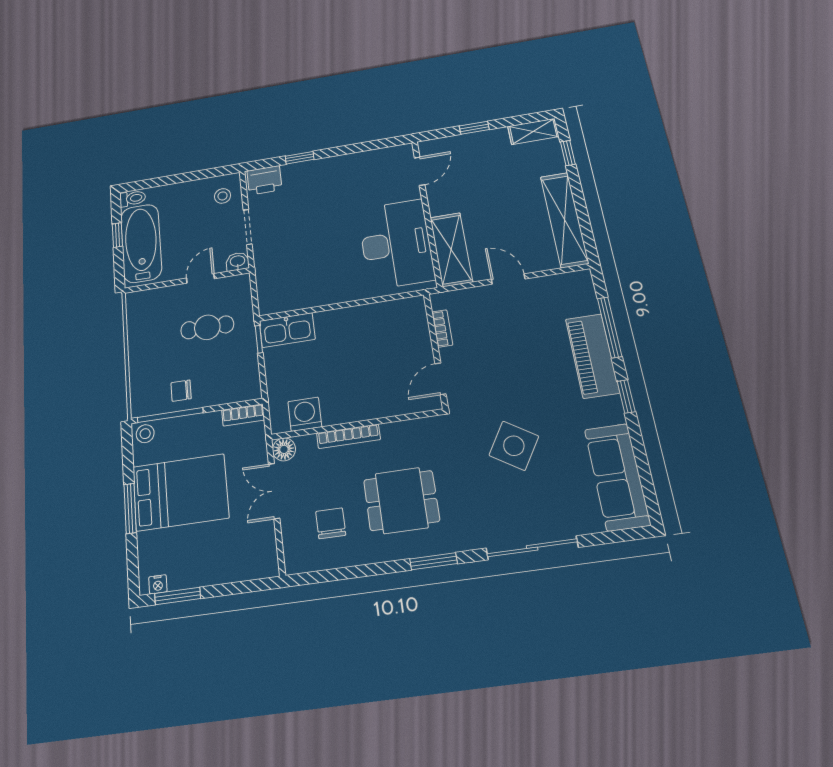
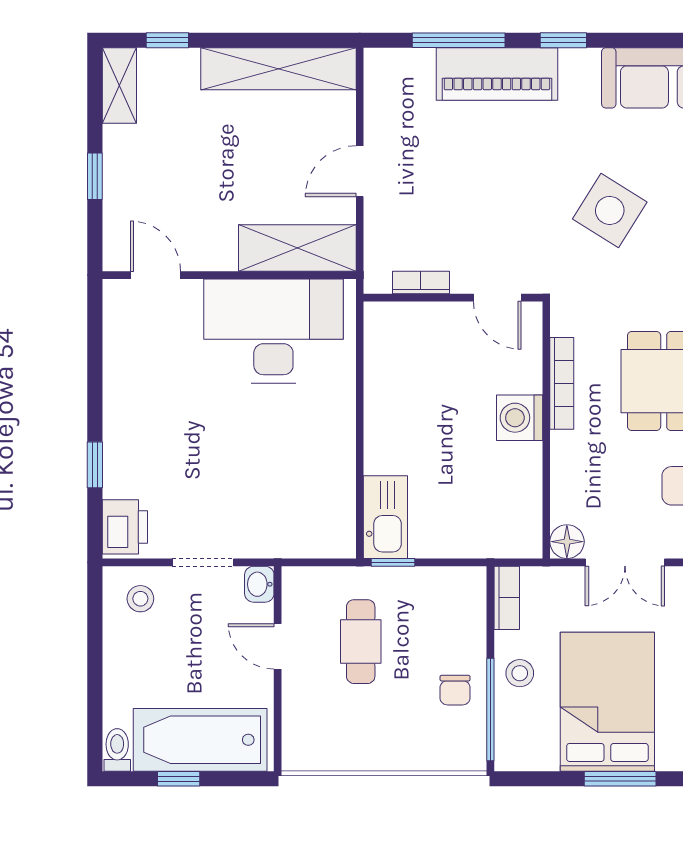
washing machine: (305, 414) -> (520, 418), moved
stool: (145, 434) -> (520, 673), moved
bookcase: (348, 436) -> (562, 383), moved

